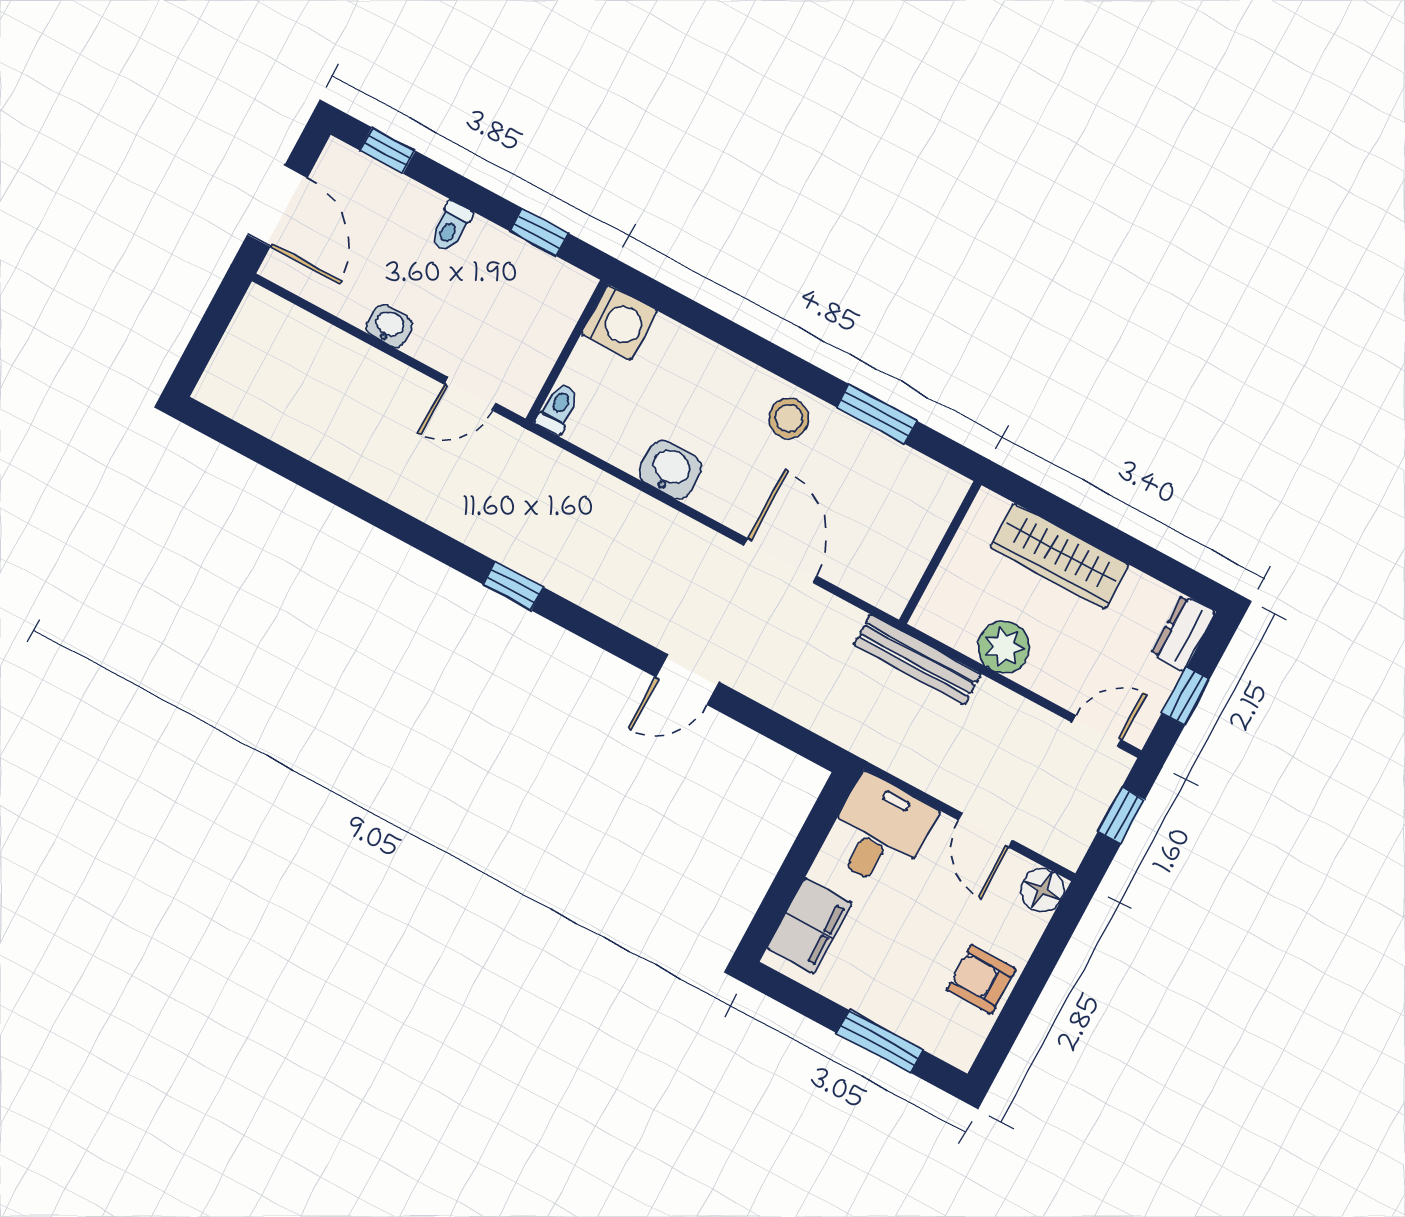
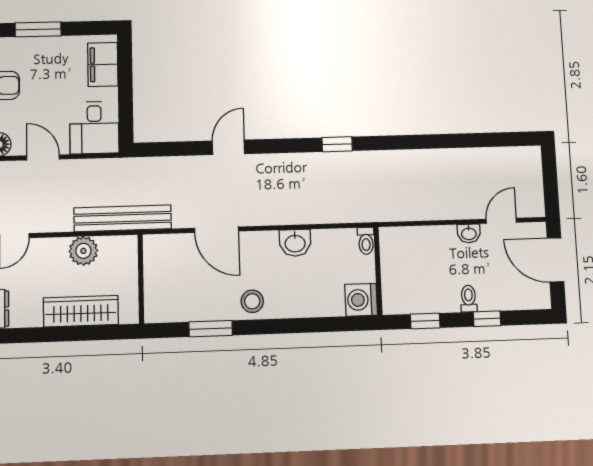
window: (387, 151) -> (487, 319), moved
door: (470, 394) -> (501, 221), moved
bench: (917, 660) -> (123, 218), width x1.37, depth x1.21

